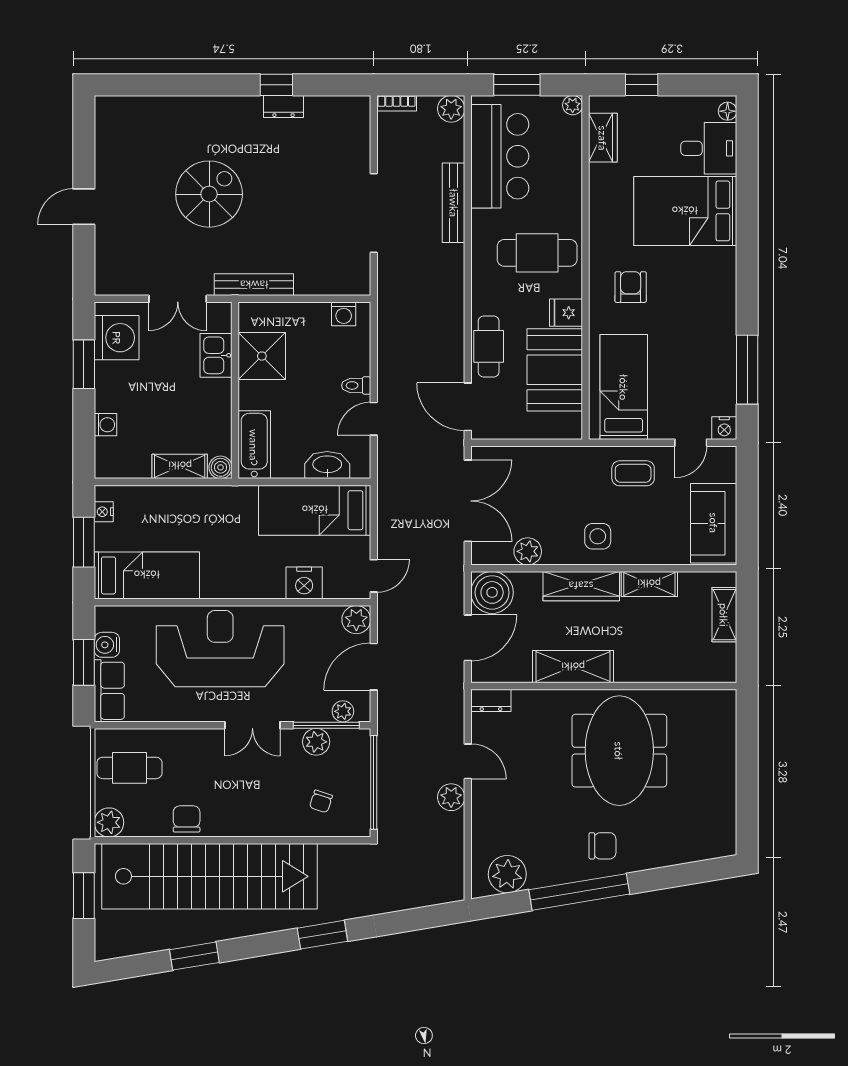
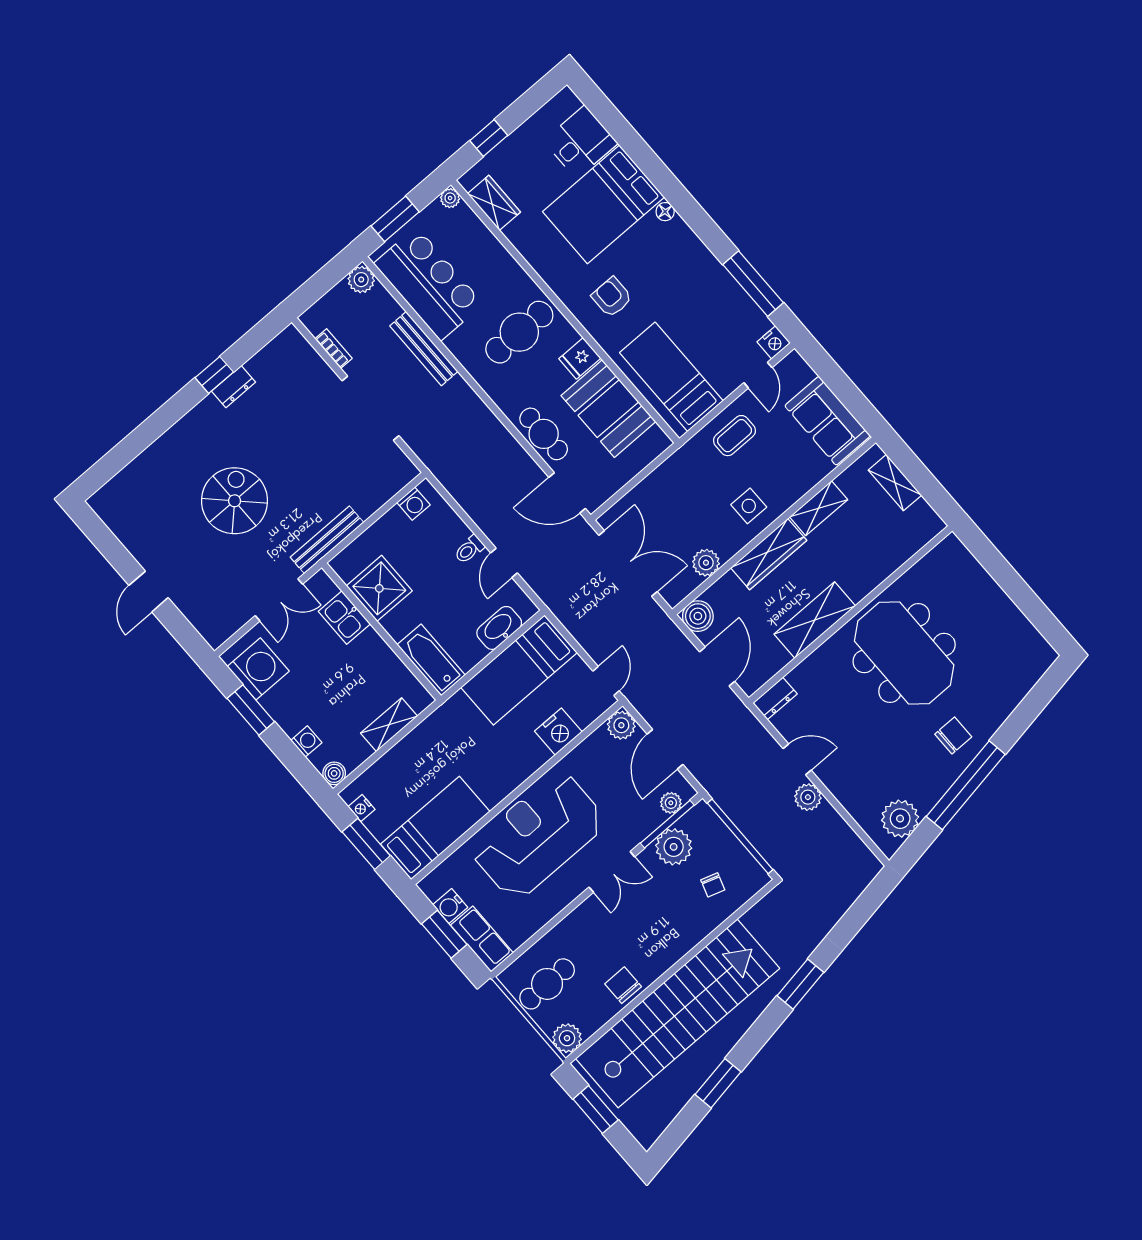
bookcase: (397, 103) -> (334, 349), moved, turned -90
floor lamp: (728, 111) -> (665, 212), moved
boiler: (220, 467) -> (334, 773), moved
boiler: (492, 592) -> (698, 616), width x0.73, depth x0.73
plant: (316, 742) -> (674, 847), width x1.36, depth x1.36

